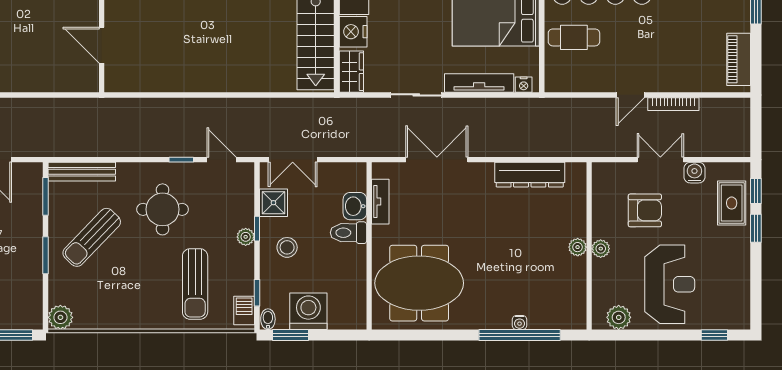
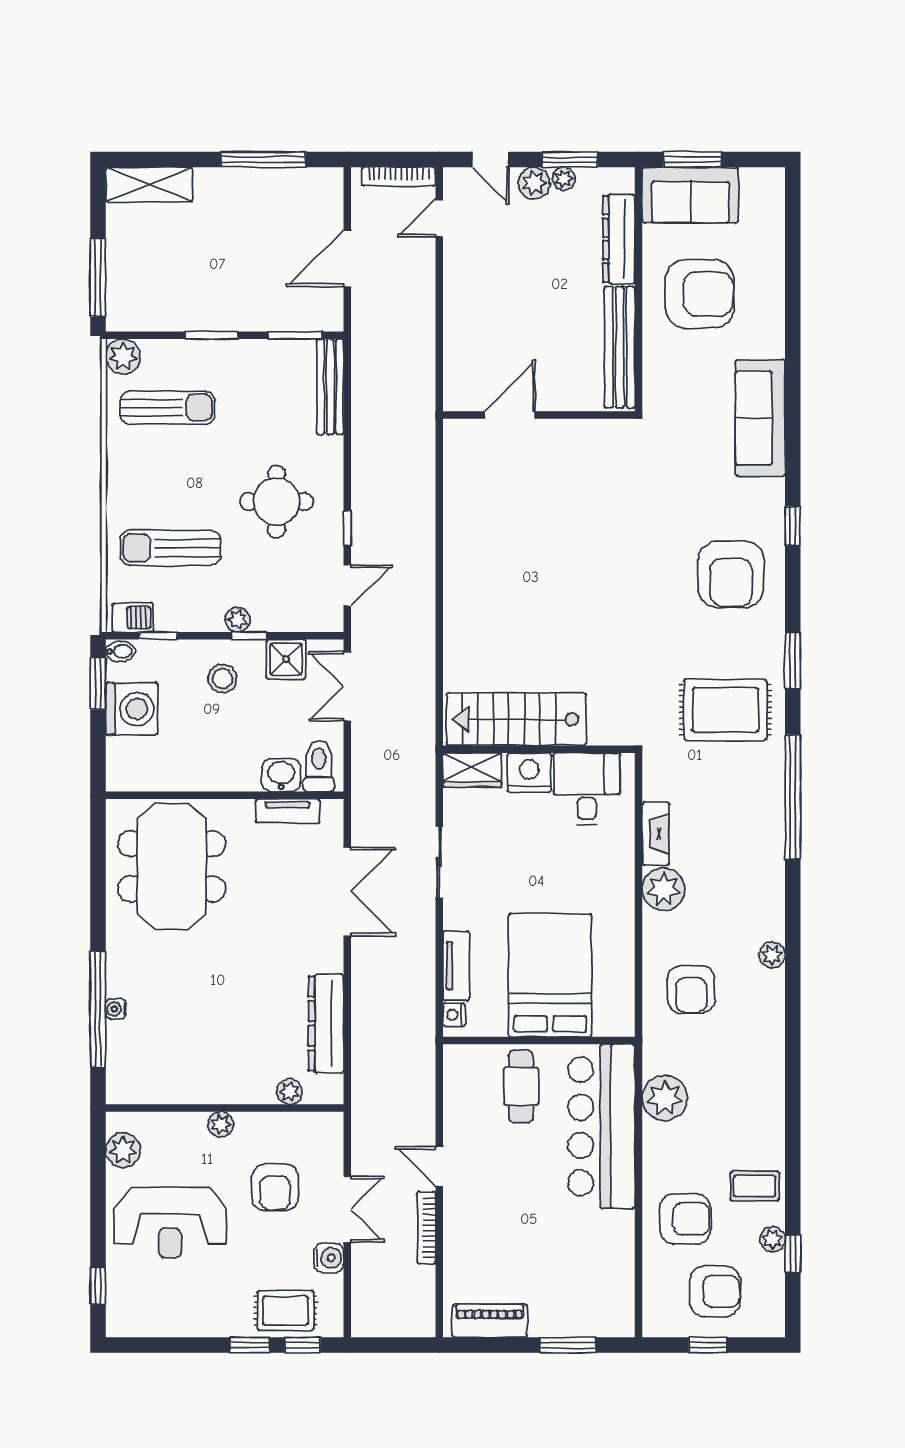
tv unit: (479, 83) -> (456, 966), width x0.71
toilet: (348, 233) -> (319, 766), moved
sun lounger: (92, 237) -> (168, 408), moved, turned 136
plant: (578, 247) -> (290, 1092), moved

